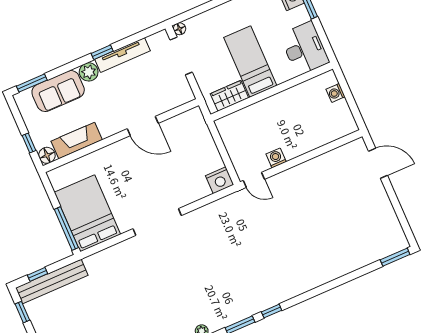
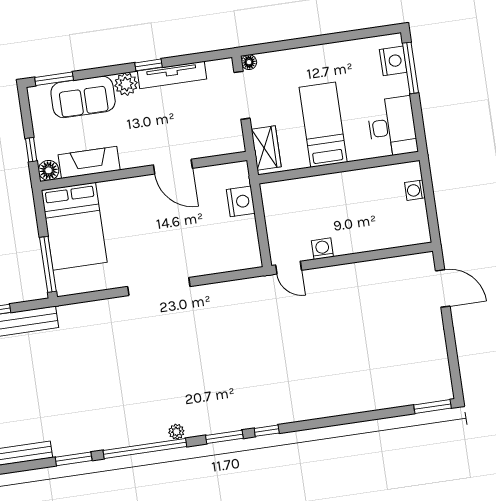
wardrobe: (229, 96) -> (266, 148), moved, turned 90
nightstand: (220, 180) -> (241, 201), moved, turned -90
bed: (87, 213) -> (74, 226), moved, turned 180

